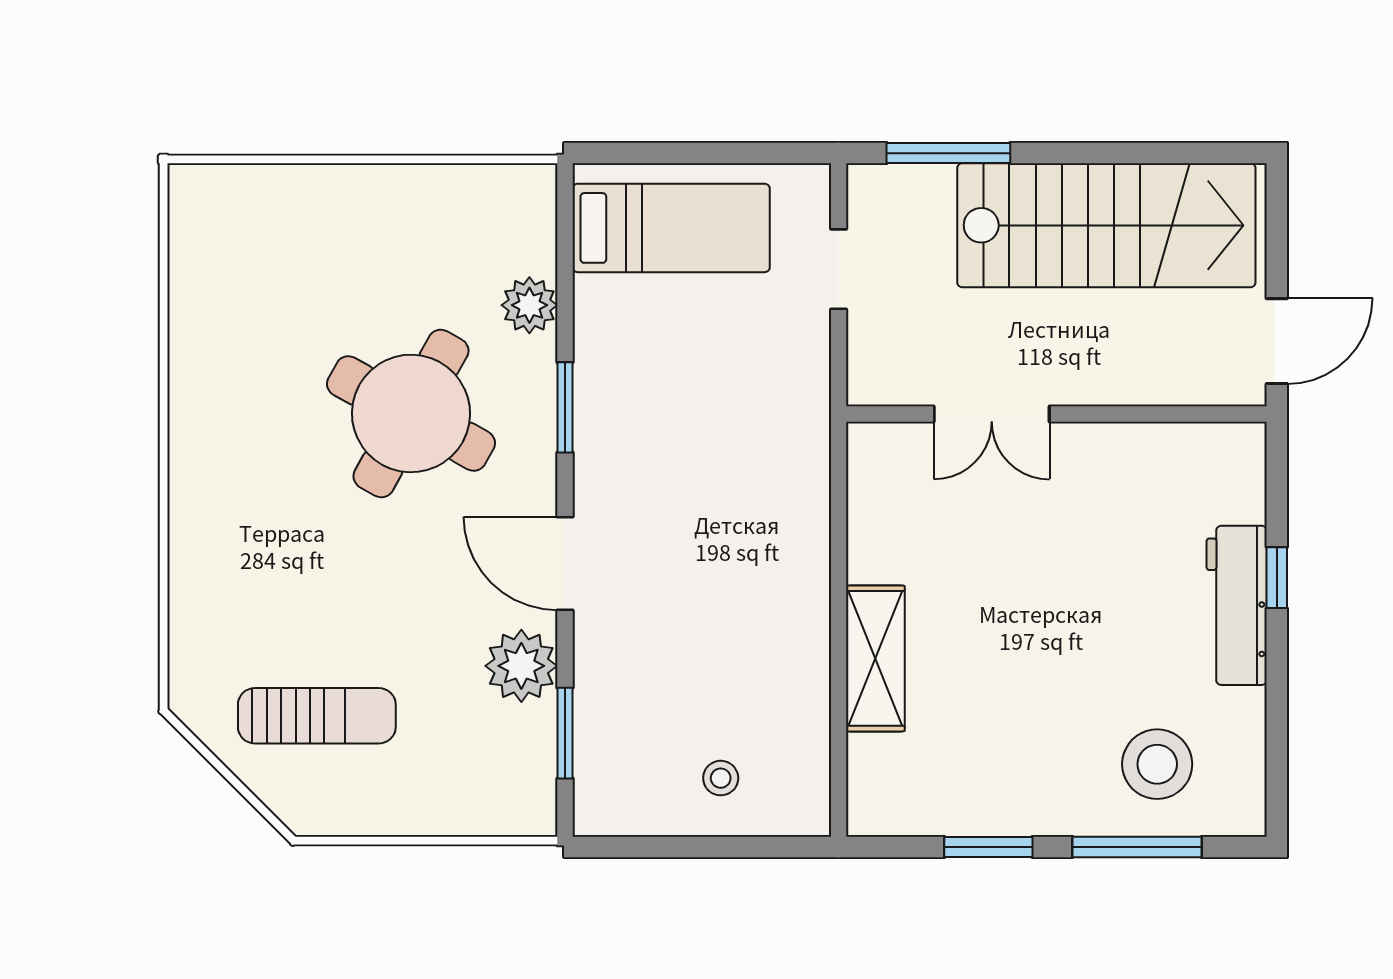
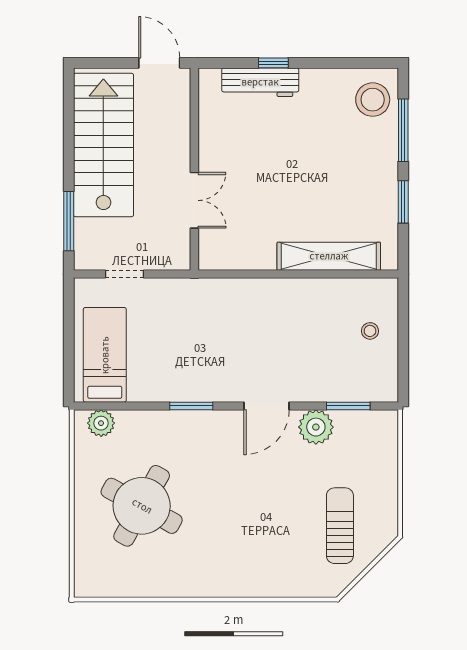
plant: (529, 305) -> (101, 423), moved
round table: (411, 413) -> (142, 506), moved
workbench: (1237, 605) -> (260, 82), moved
shelving: (875, 658) -> (329, 256), width x1.47
stool: (1157, 764) -> (373, 100), moved

